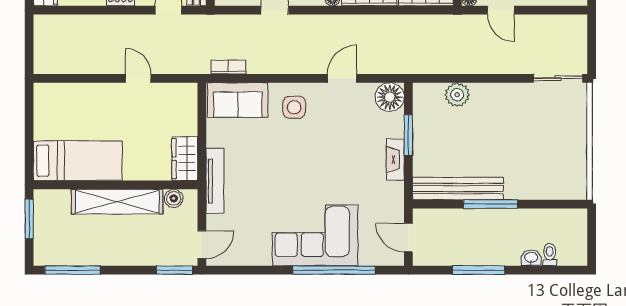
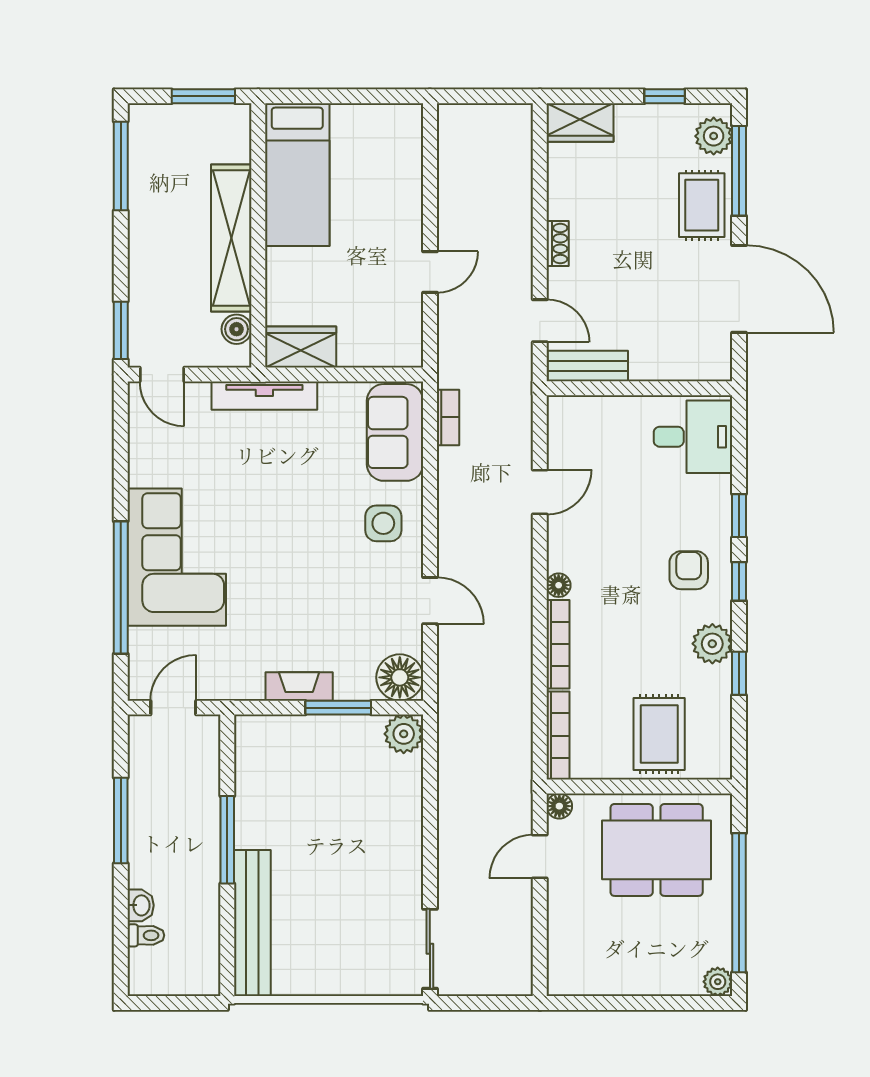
plant: (457, 95) -> (404, 734), moved
bench: (458, 189) -> (252, 923), moved

